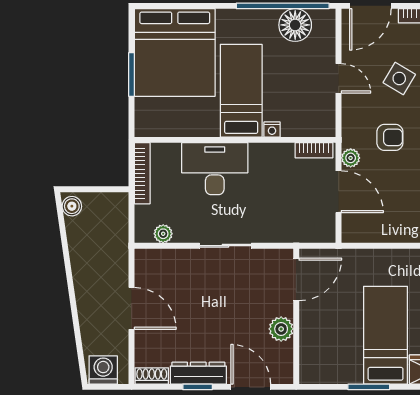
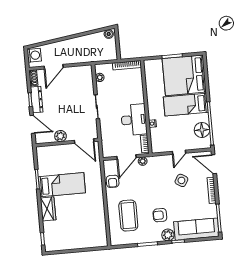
bed: (241, 91) -> (186, 105), moved, turned 180
armchair: (390, 137) -> (113, 181), moved
desk: (215, 169) -> (134, 120), moved
door: (132, 308) -> (54, 67), moved
door: (251, 387) -> (32, 124), hinge flipped

